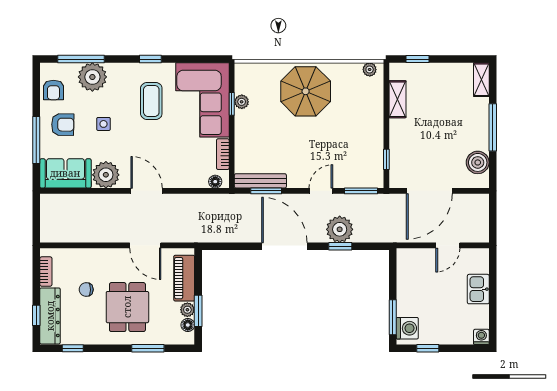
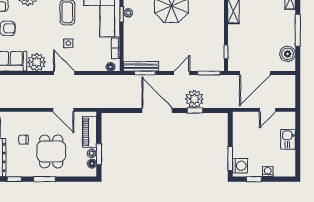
side table: (104, 124) -> (68, 43), moved
washing machine: (481, 337) -> (268, 172), moved
window: (148, 348) -> (44, 179), moved

